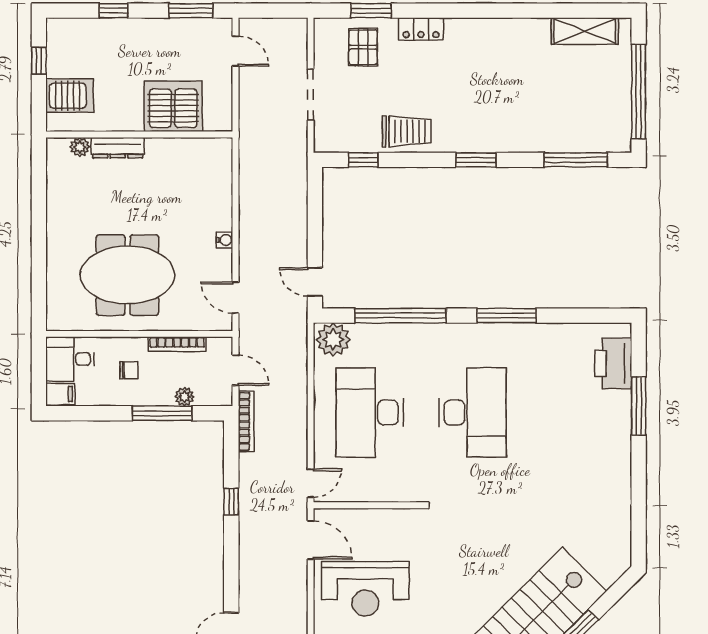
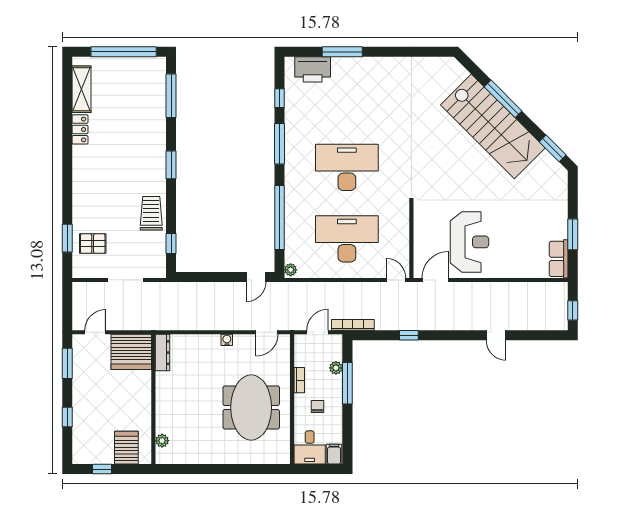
locker: (421, 29) -> (80, 129), moved
server rack: (173, 106) -> (131, 352), moved, turned -90
dresser: (118, 148) -> (163, 353), moved
window: (572, 316) -> (279, 98), added
plant: (333, 339) -> (291, 270), width x0.53, depth x0.53
bookcase: (177, 344) -> (299, 380), width x0.64
desk: (370, 413) -> (347, 239), turned 180

